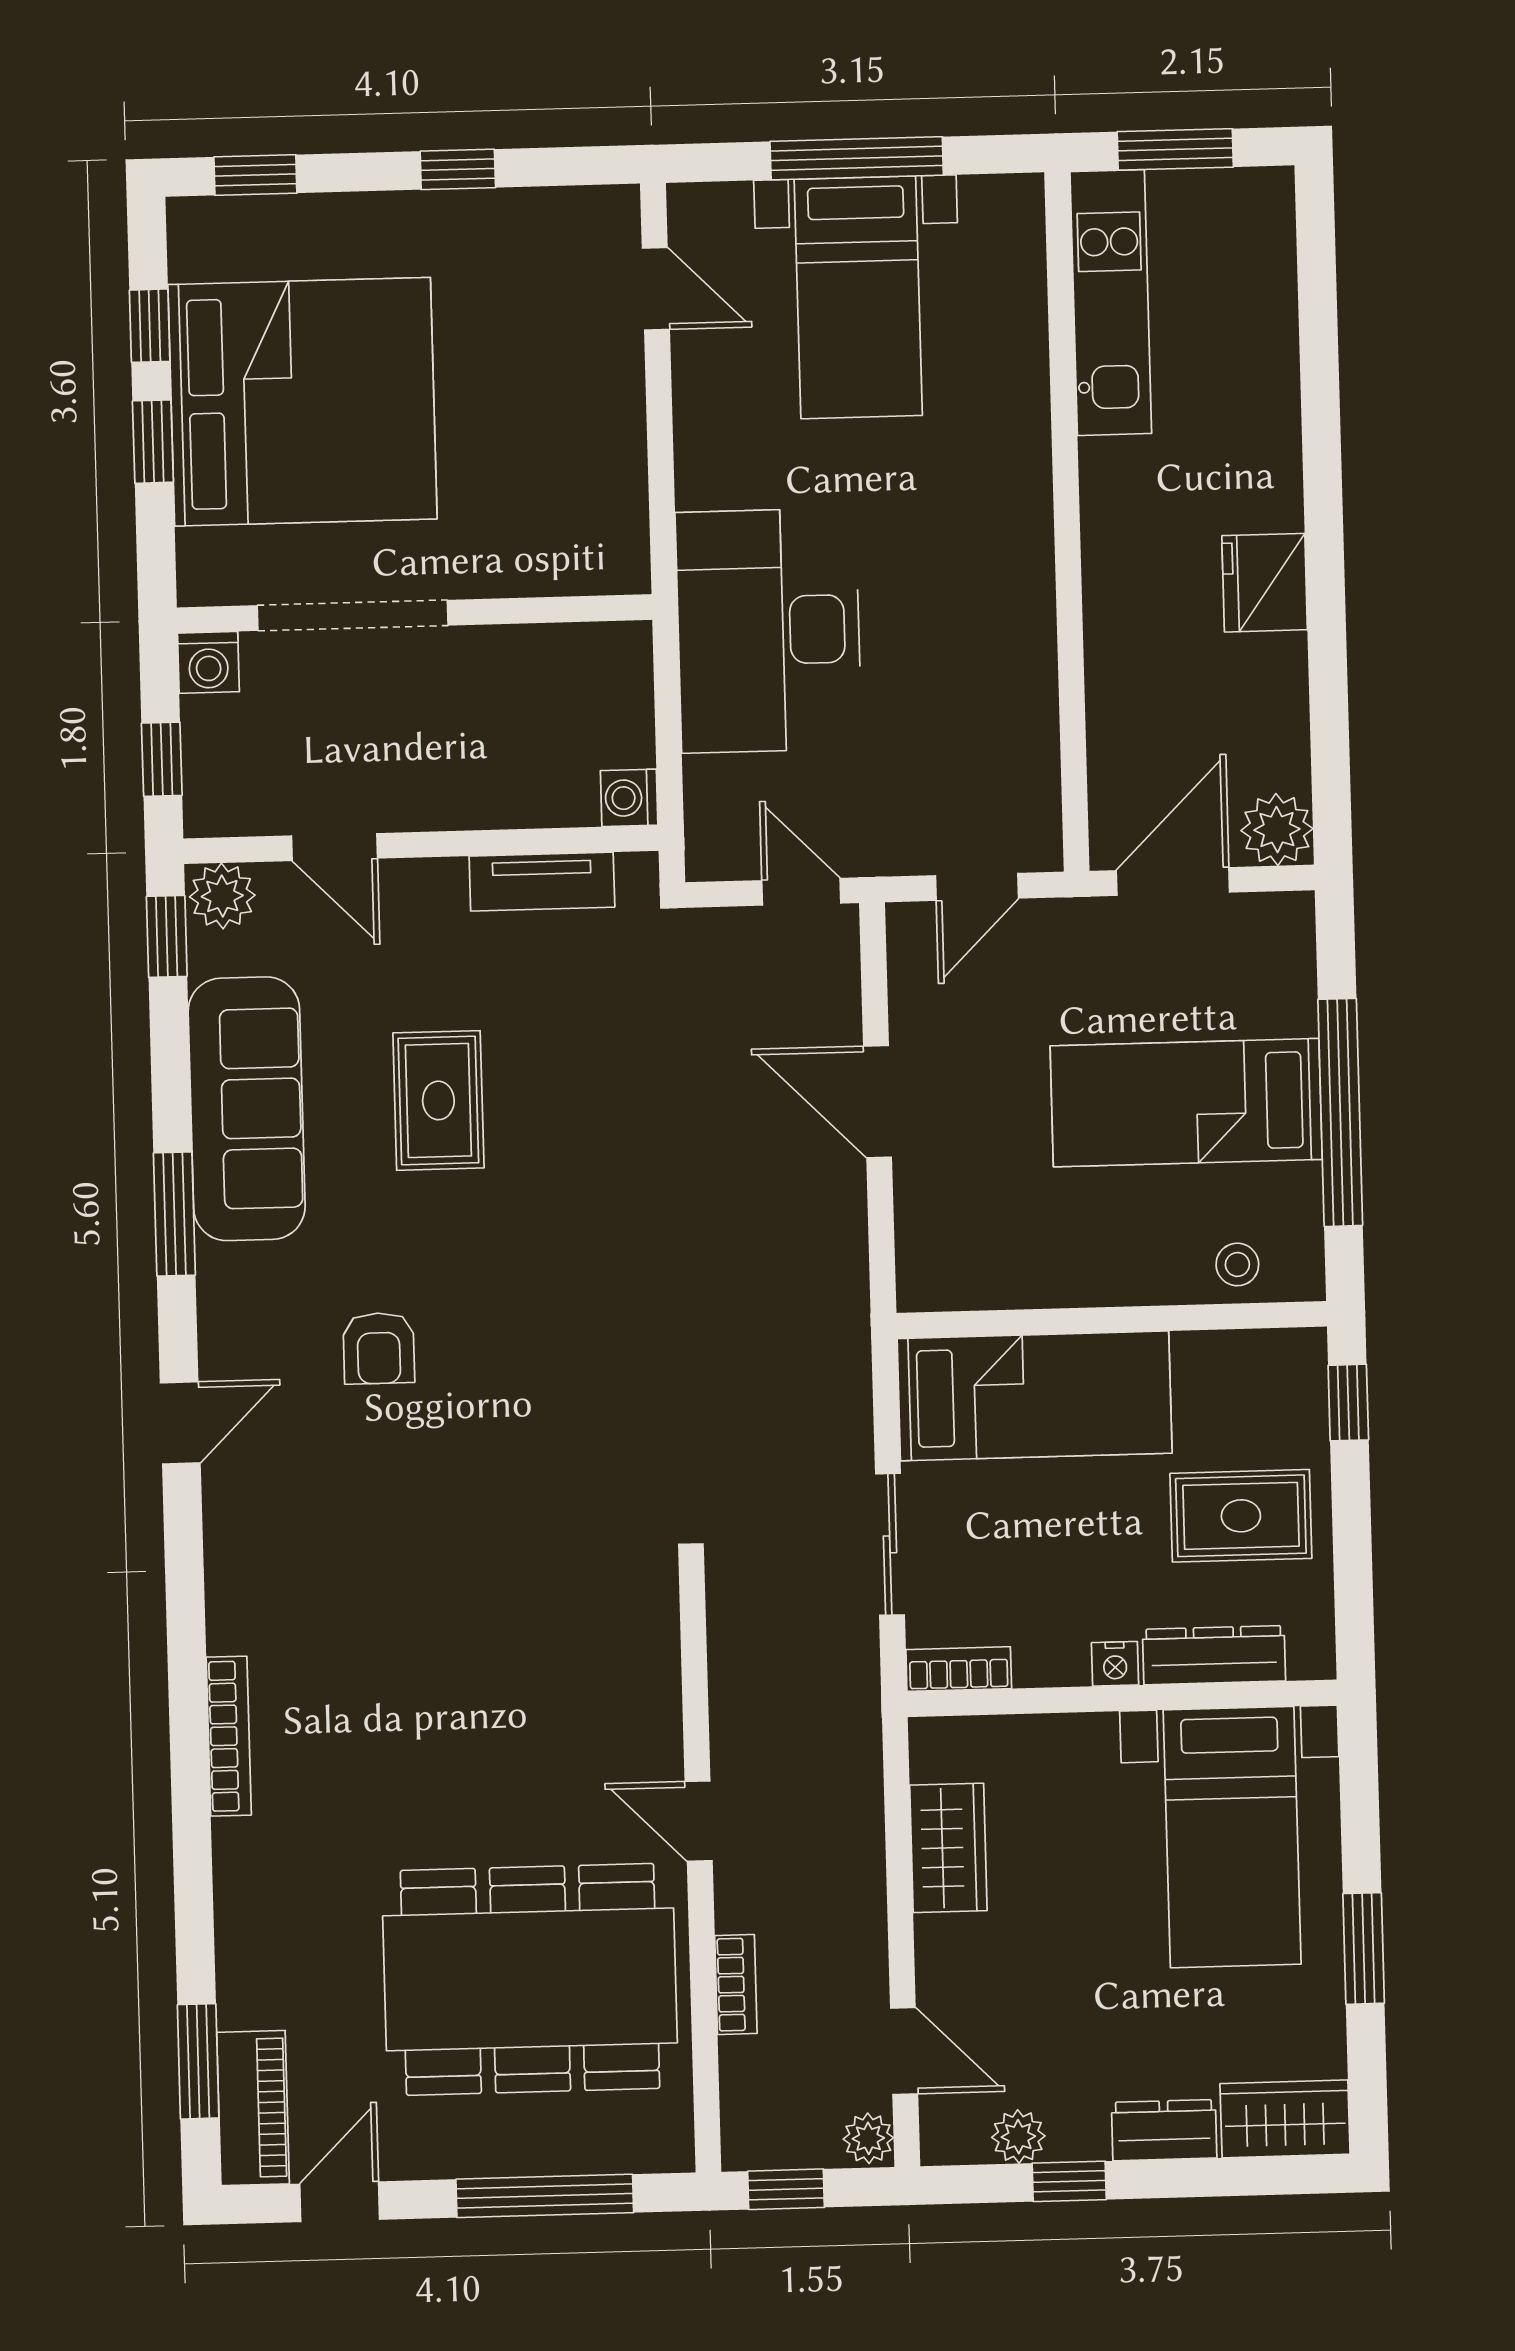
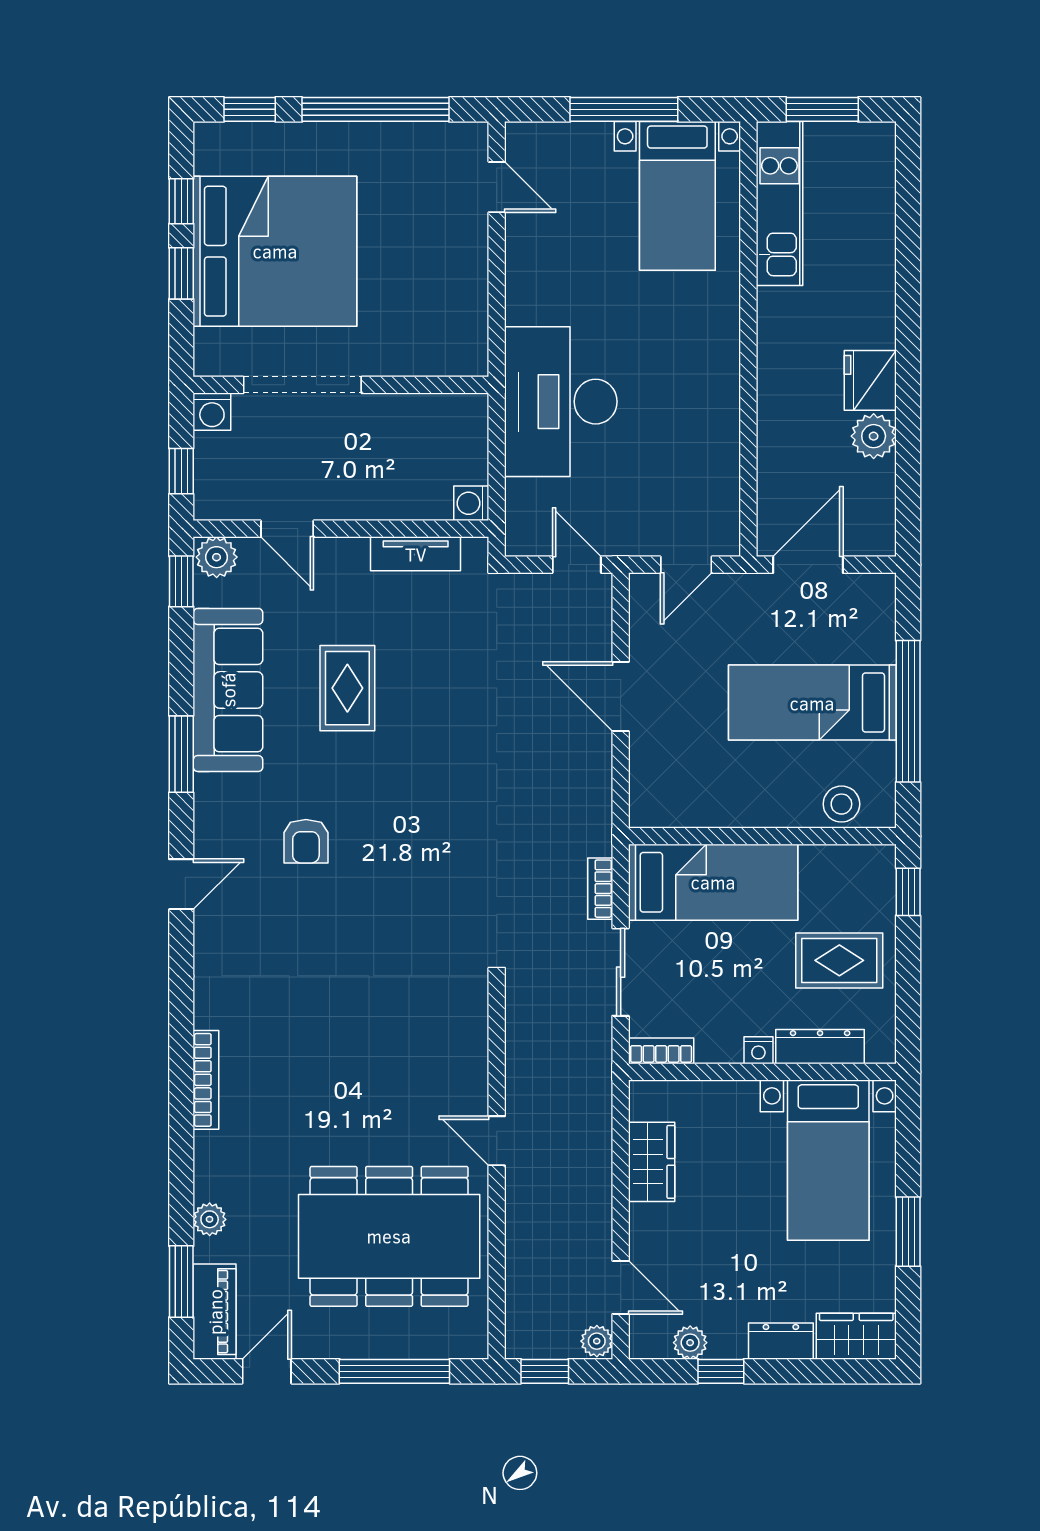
window: (458, 169) -> (376, 109), width x3.17
bed with nightstands: (858, 297) -> (677, 196), moved
plant: (1277, 830) -> (874, 436), moved
stool: (1237, 1264) -> (841, 804), width x1.37, depth x1.37
plant: (241, 1960) -> (210, 1219), added
bookcase: (736, 1985) -> (600, 889), moved, turned 180

